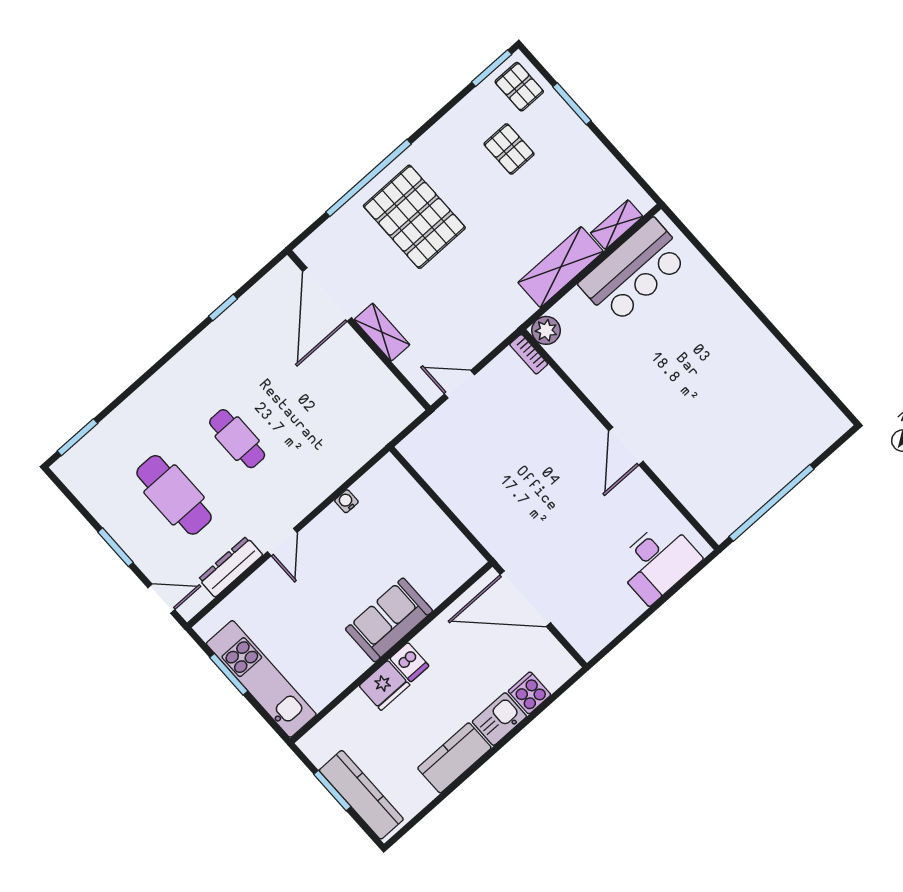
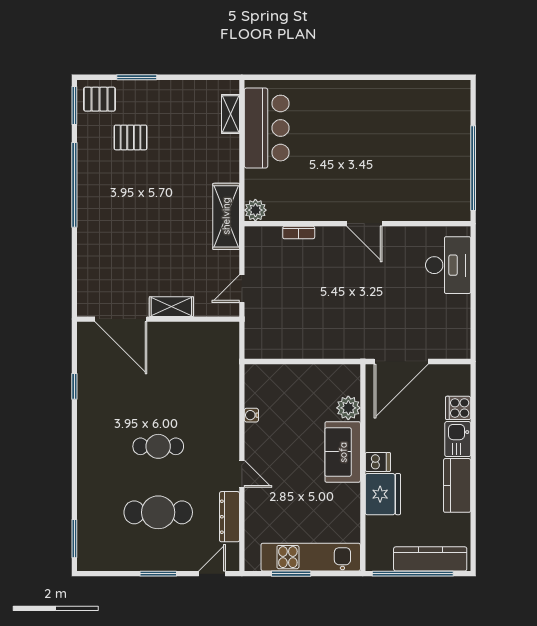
window: (368, 178) -> (74, 185), moved
pallet: (414, 217) -> (121, 228), removed
shelving: (561, 267) -> (226, 216), moved
bookcase: (529, 354) -> (299, 233), moved
plant: (436, 588) -> (348, 408), added
fridge: (384, 685) -> (383, 494), width x1.36, depth x1.34
window: (332, 791) -> (413, 574), width x2.11

